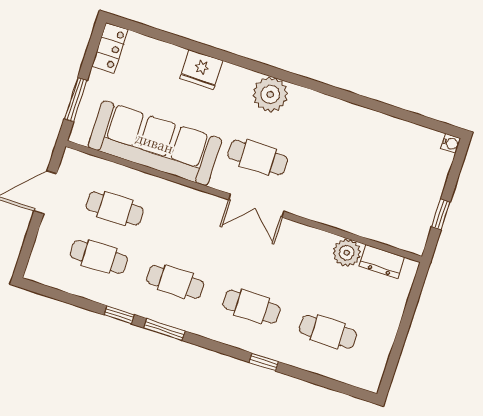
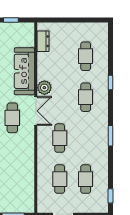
sofa: (155, 143) -> (24, 71), moved, width x0.74, depth x0.79
plant: (347, 253) -> (44, 88), moved
cafe table: (175, 282) -> (60, 138), moved
window: (119, 315) -> (110, 196), moved

